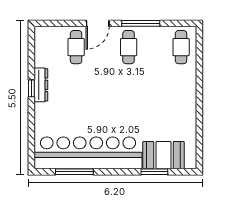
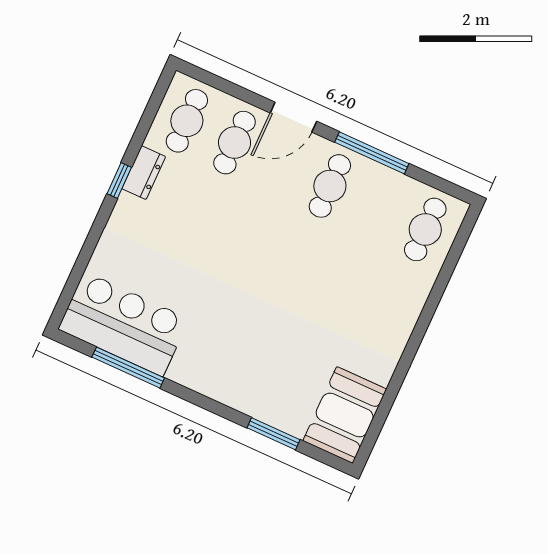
cafe table: (50, 47) -> (187, 121), added
dresser: (41, 85) -> (144, 173), width x0.70
bar counter: (88, 153) -> (124, 324), width x0.54
booth: (163, 155) -> (345, 415), moved, turned 90

